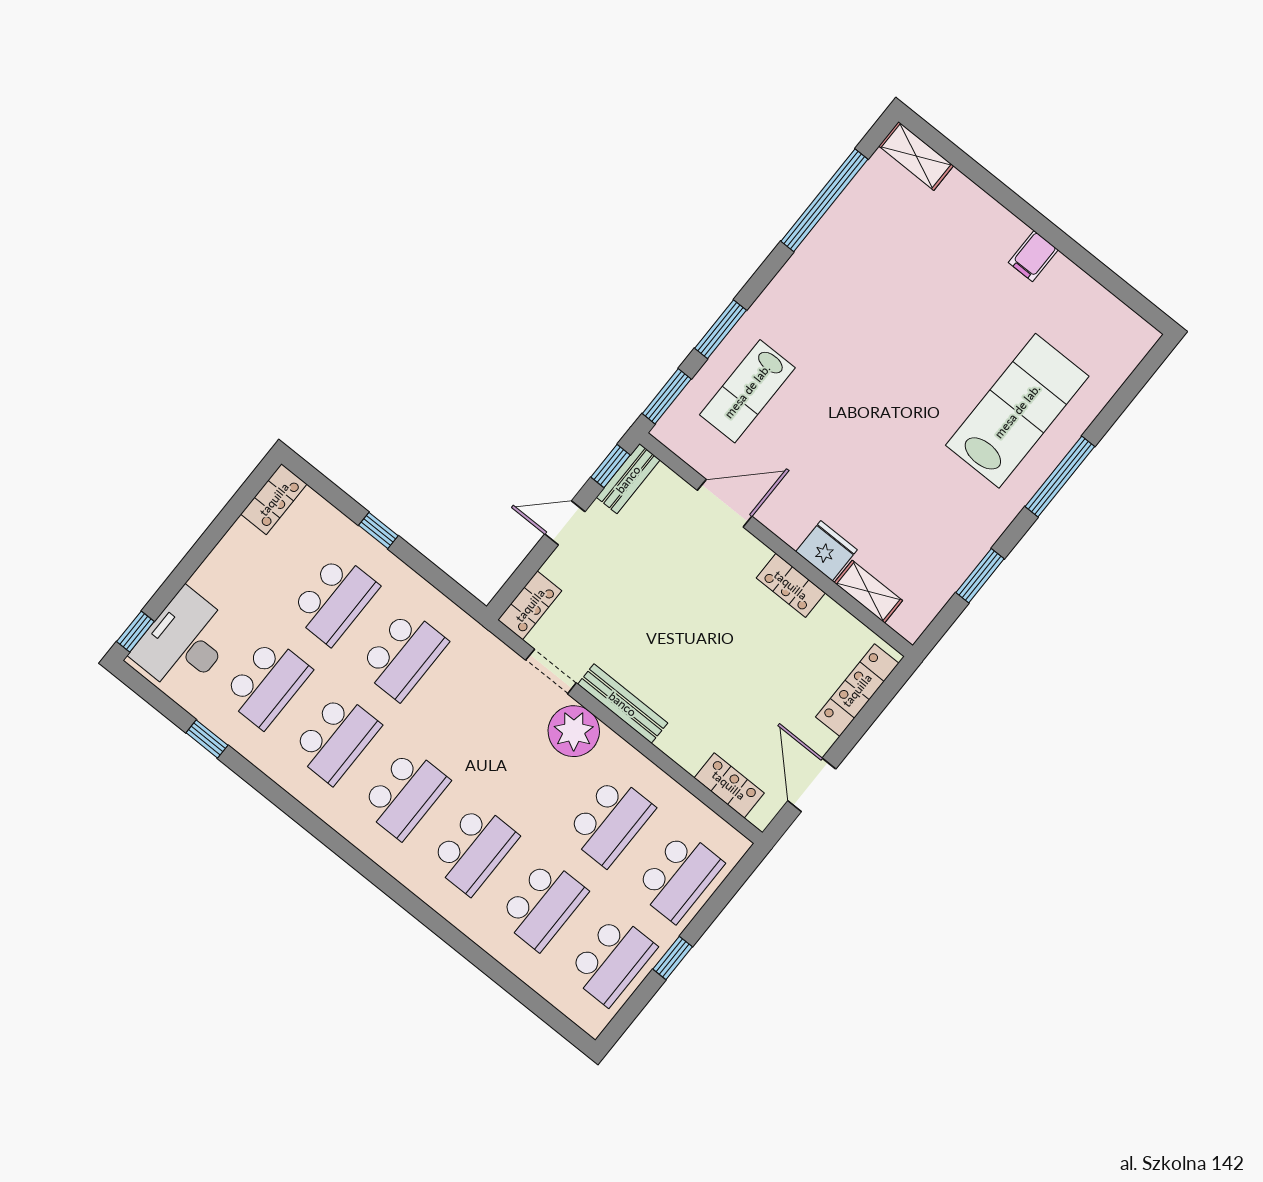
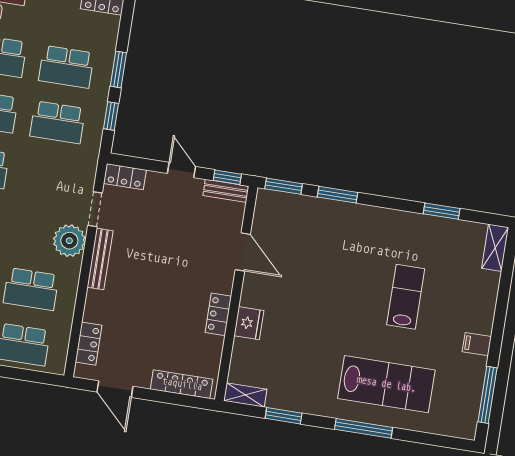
window: (824, 200) -> (442, 211), width x0.47
window: (1111, 281) -> (487, 395), added
lab bench: (747, 391) -> (406, 297), moved, turned 90
window: (378, 531) -> (118, 69), width x1.50
window: (436, 577) -> (111, 116), added
shelving: (868, 592) -> (245, 395), moved, turned 90
door: (812, 785) -> (115, 389), swing flipped

